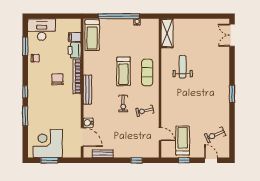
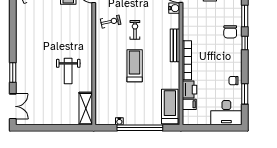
exercise mat: (147, 72) -> (108, 65), removed
chair: (57, 79) -> (230, 32), moved
window: (232, 94) -> (13, 73), moved

